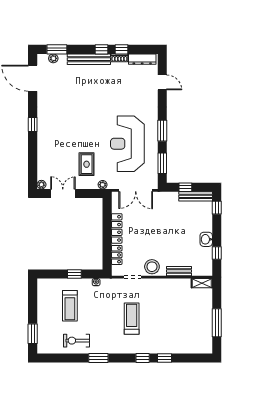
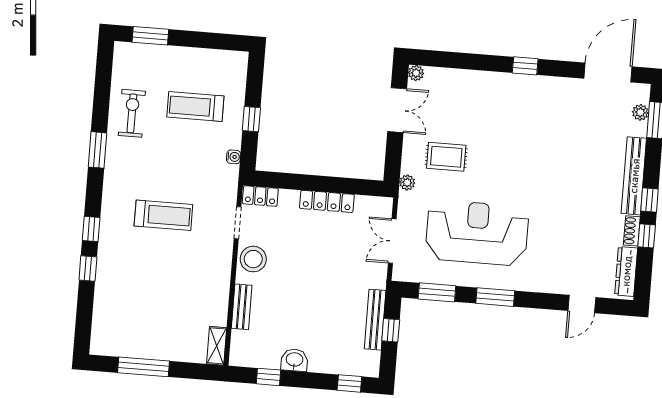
double door: (136, 190) -> (392, 241), width x0.73
bench: (196, 196) -> (375, 320), moved
locker: (117, 255) -> (260, 196), moved

